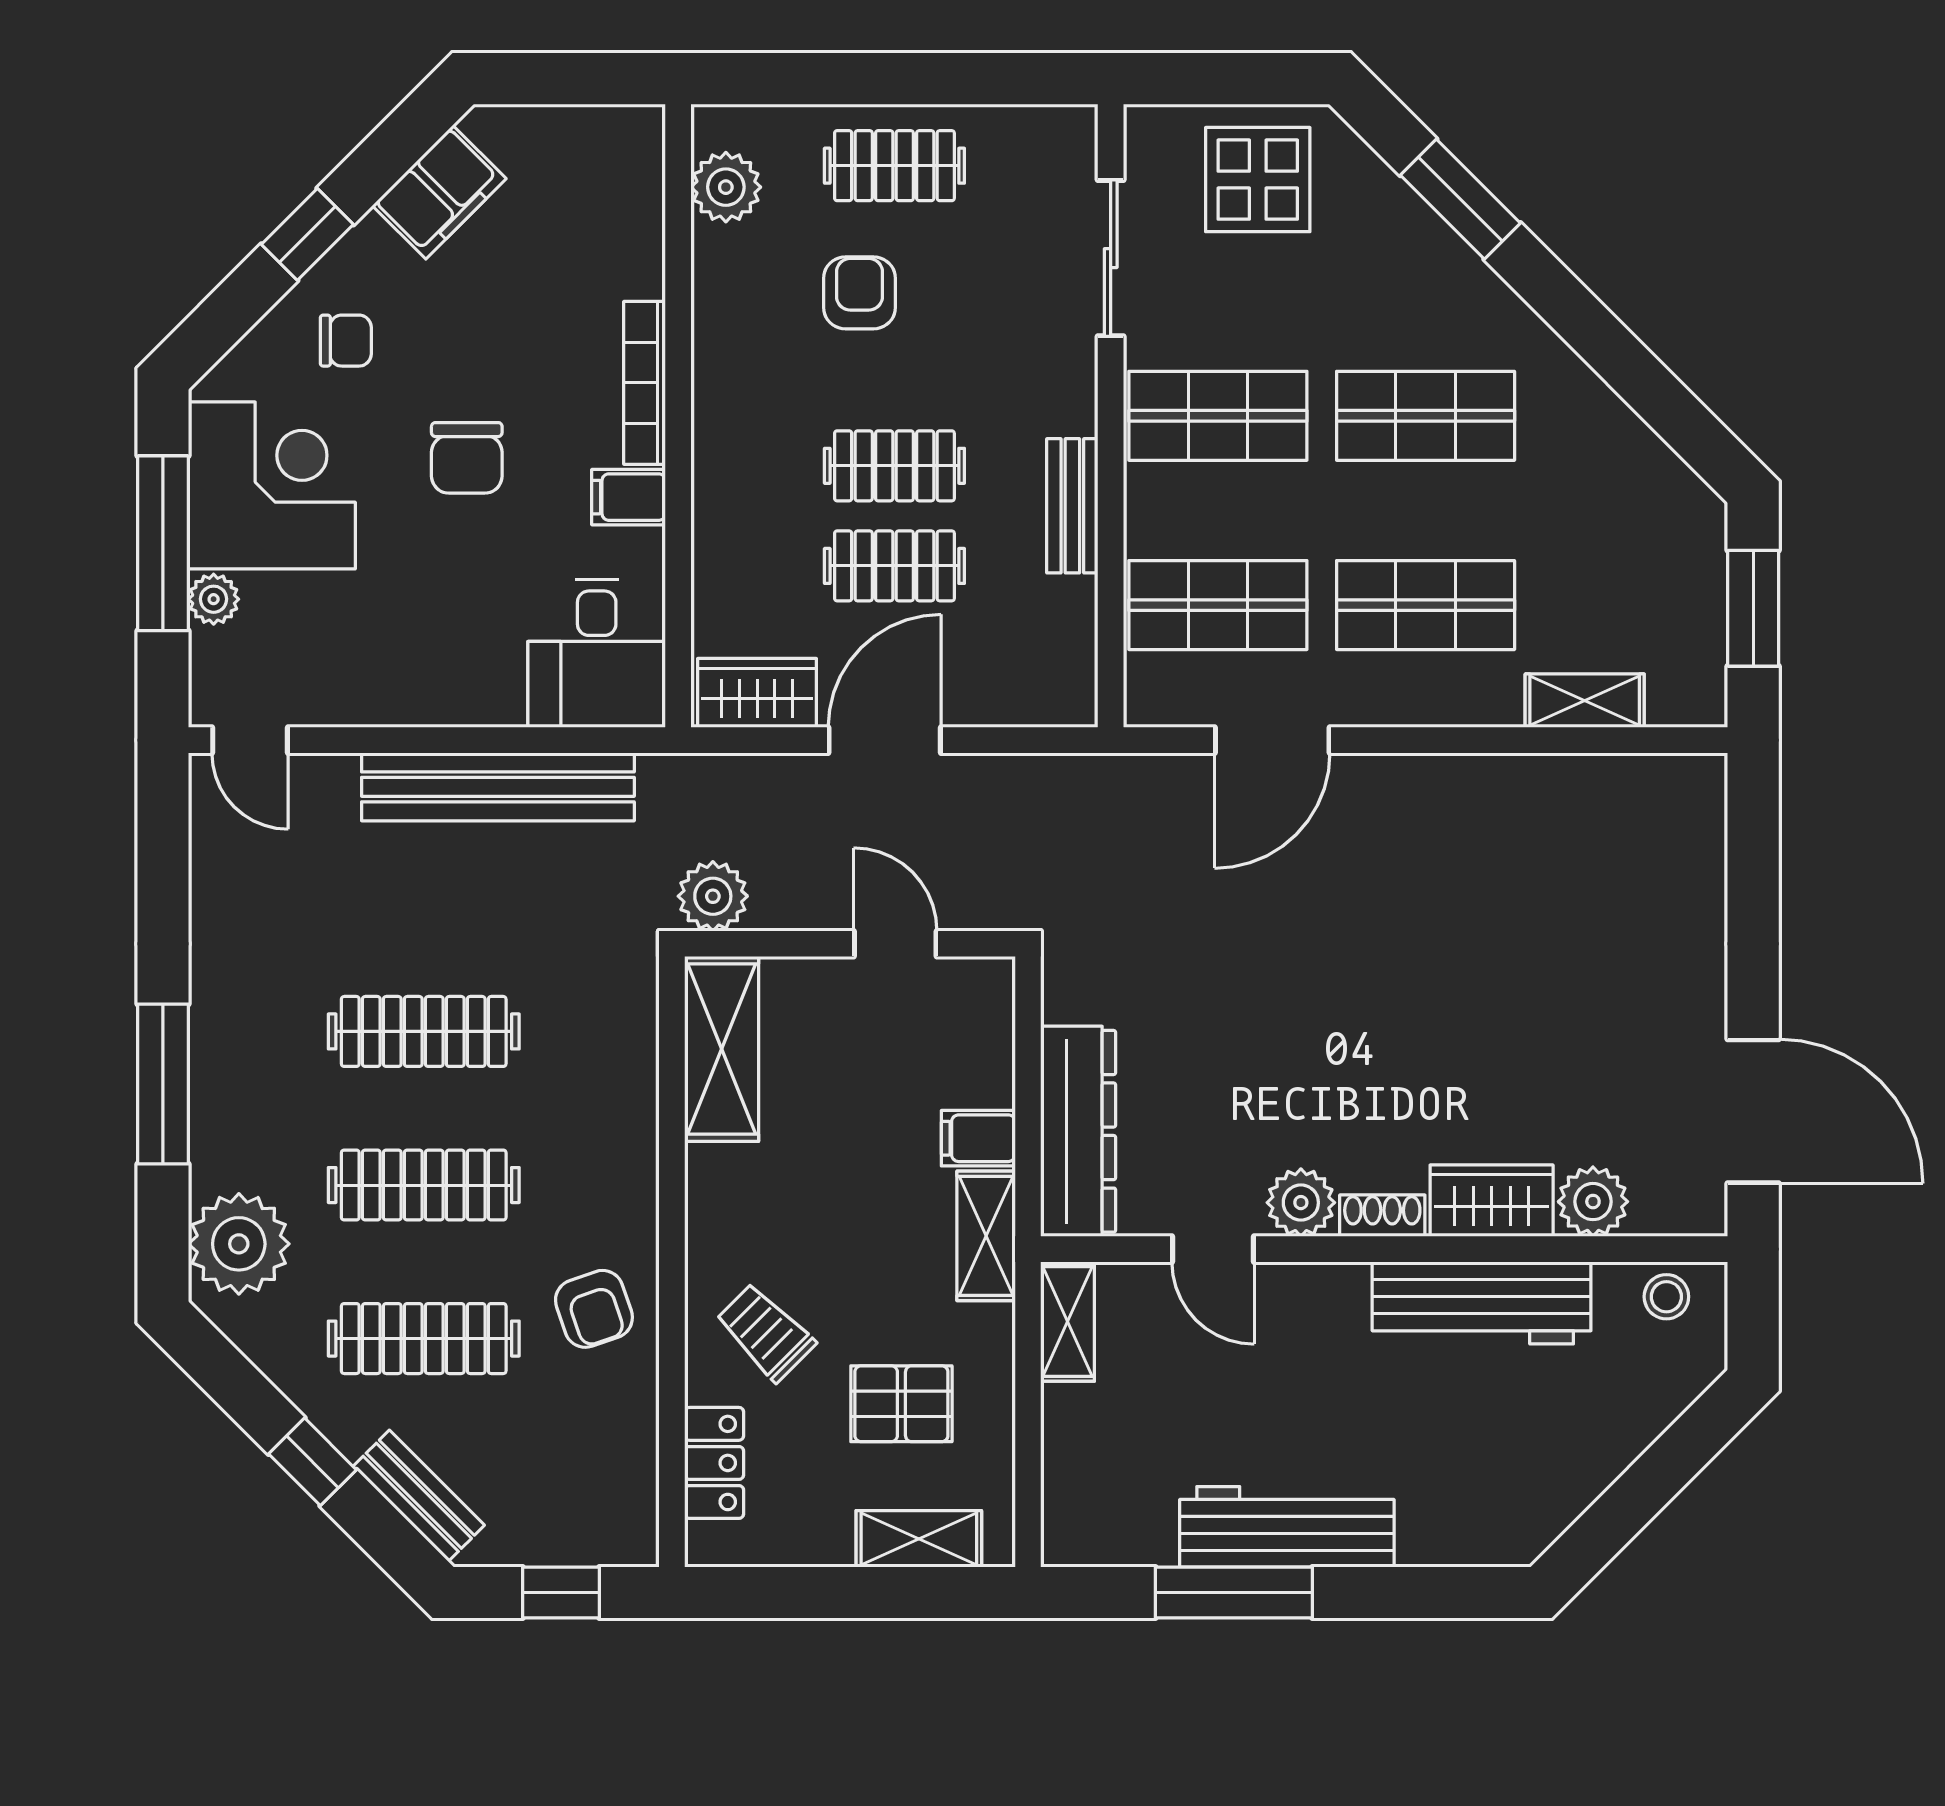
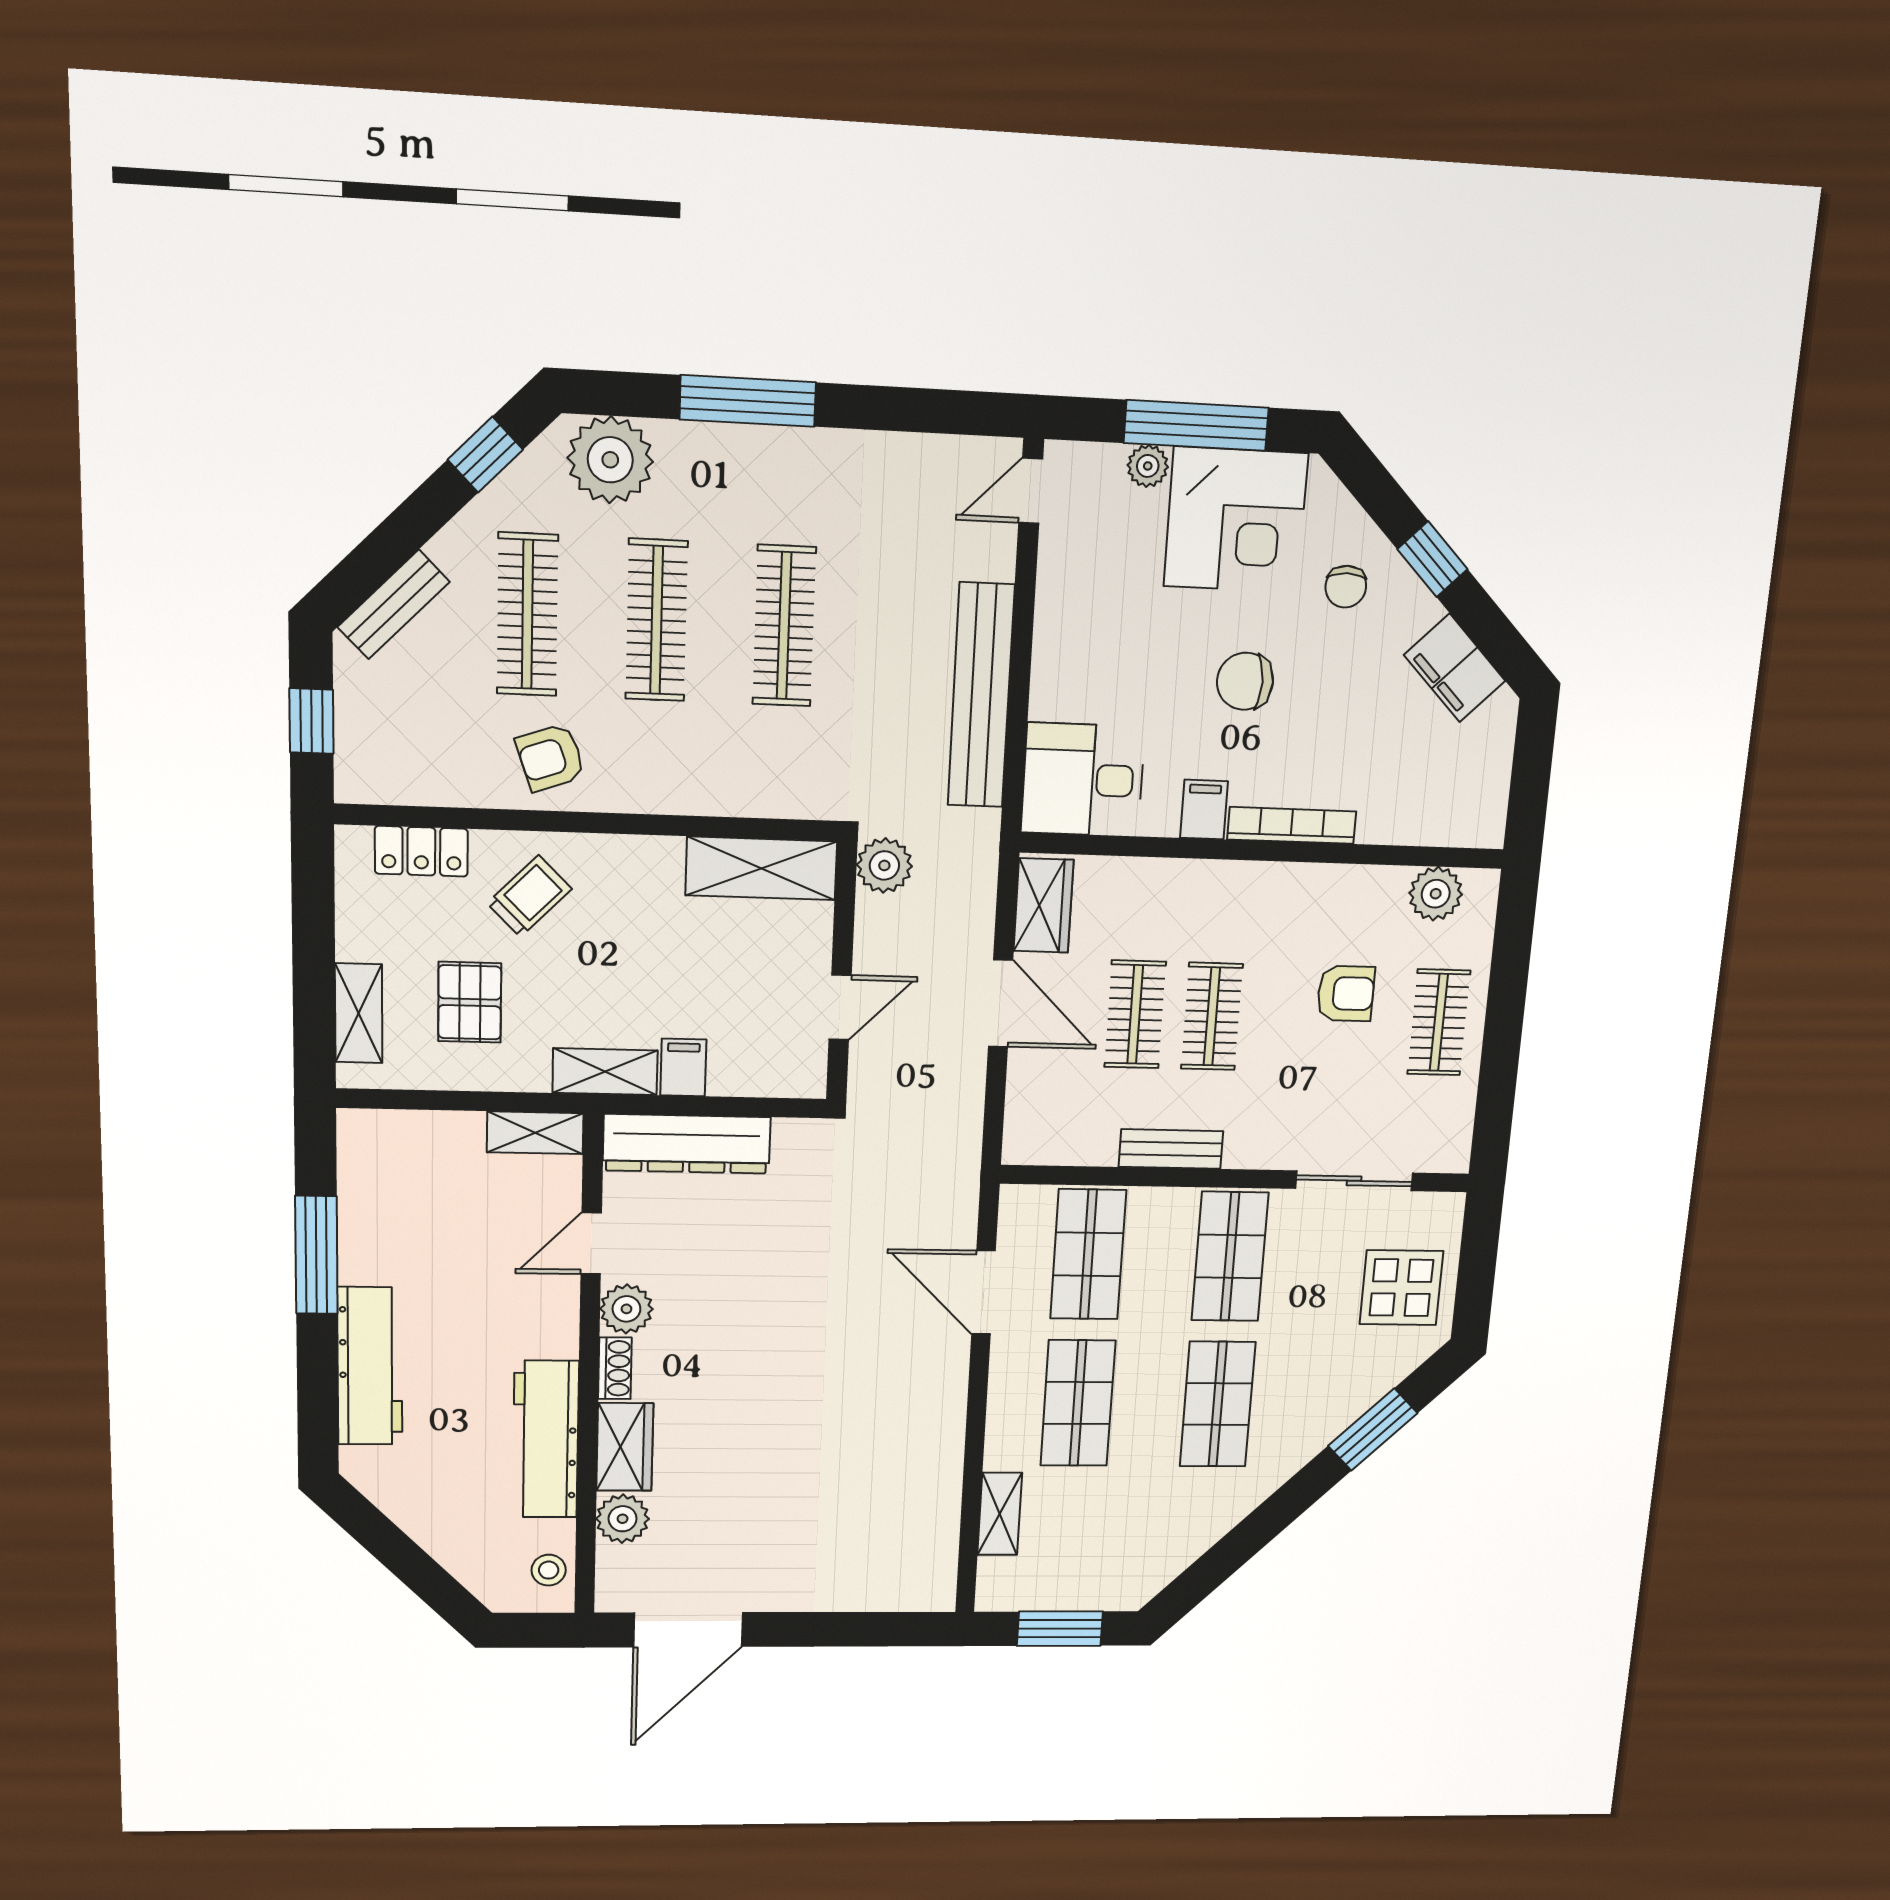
window: (313, 1462) -> (485, 455), moved
workbench: (1287, 1527) -> (370, 1366), moved

